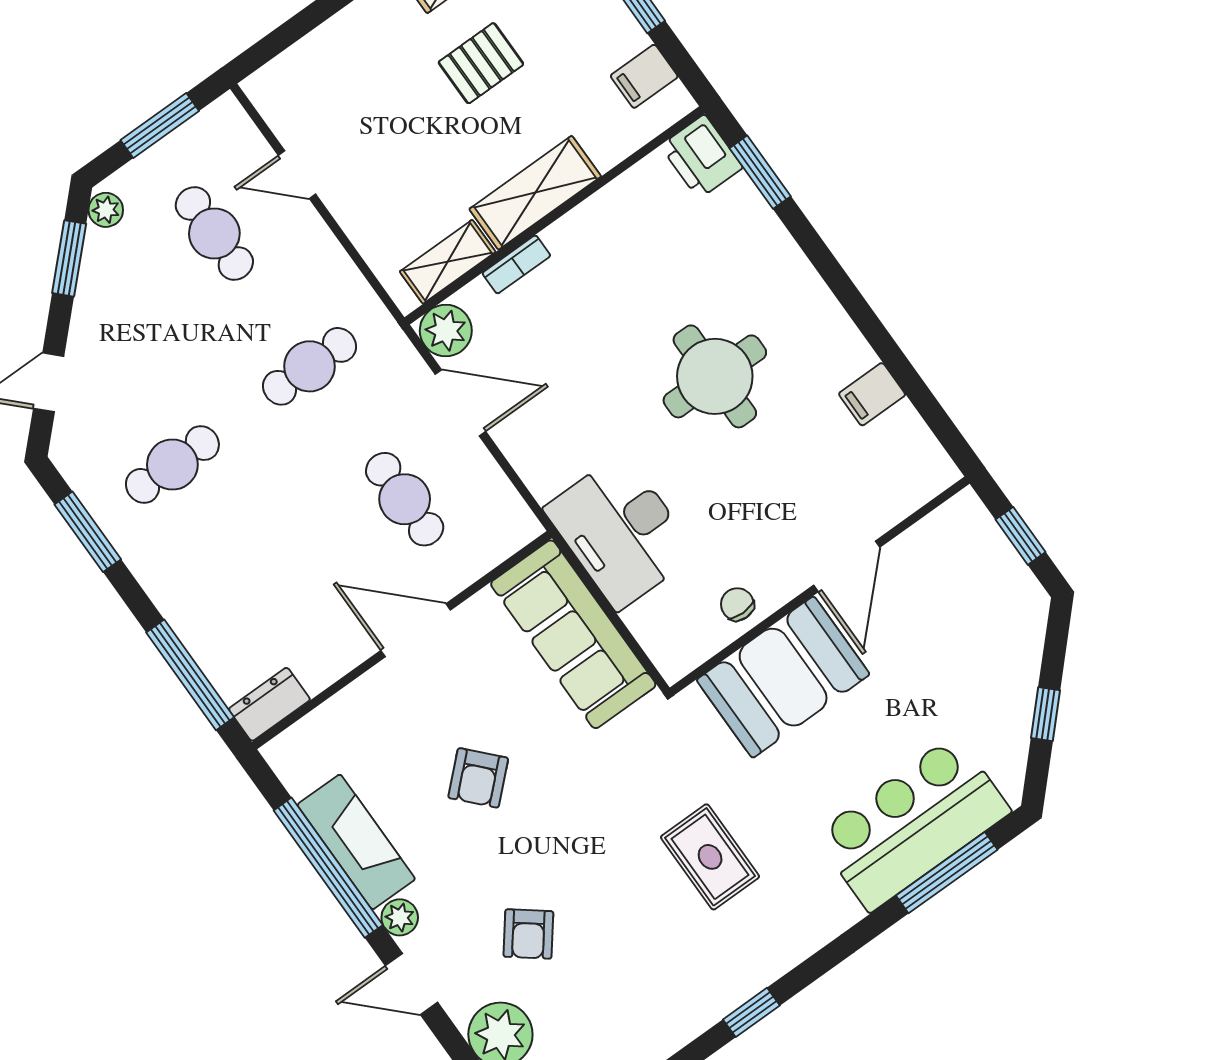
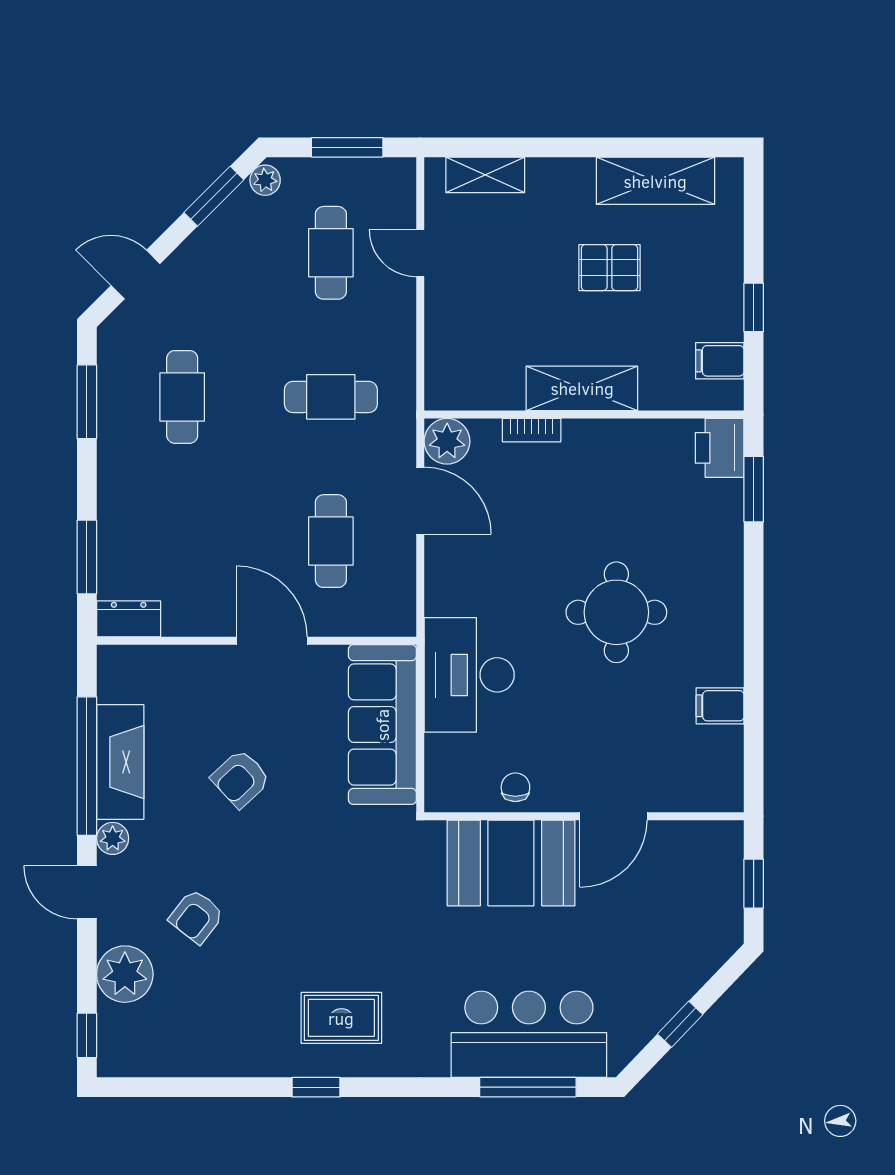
shelving: (448, 262) -> (485, 175), moved
cafe table: (172, 464) -> (182, 397), turned 90
window: (190, 675) -> (87, 557), width x0.69
rug: (710, 857) -> (341, 1018), moved, turned 90

